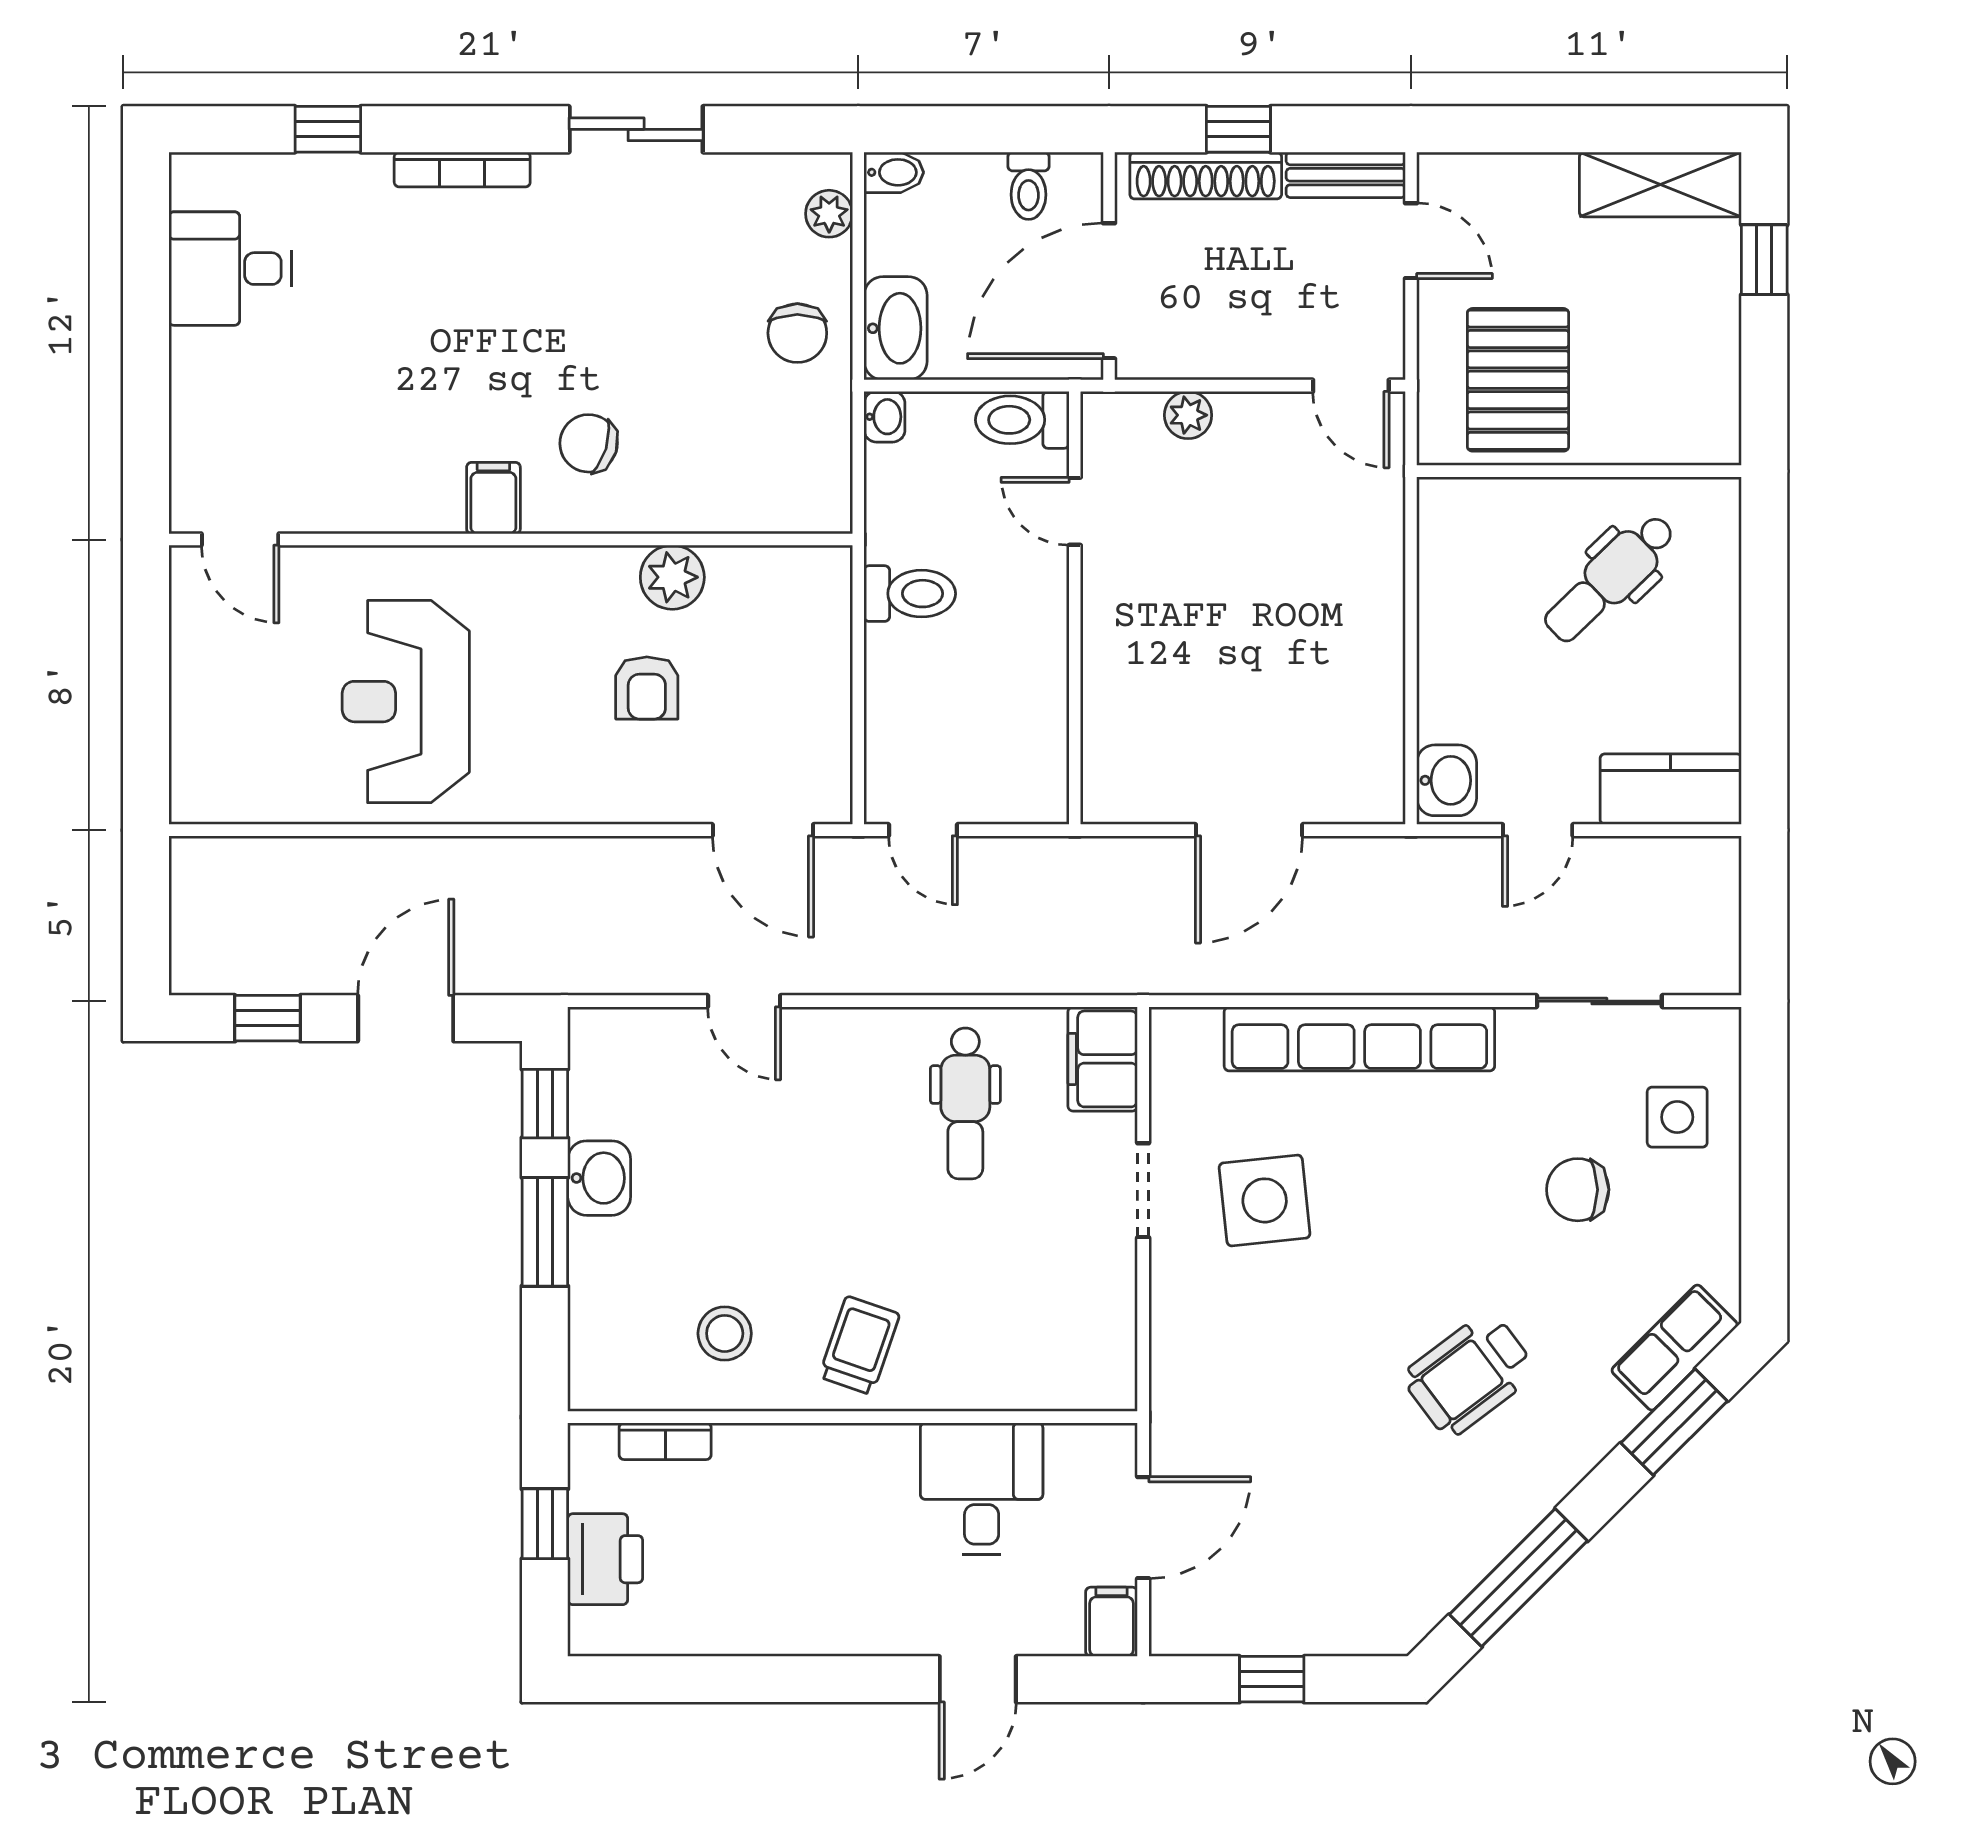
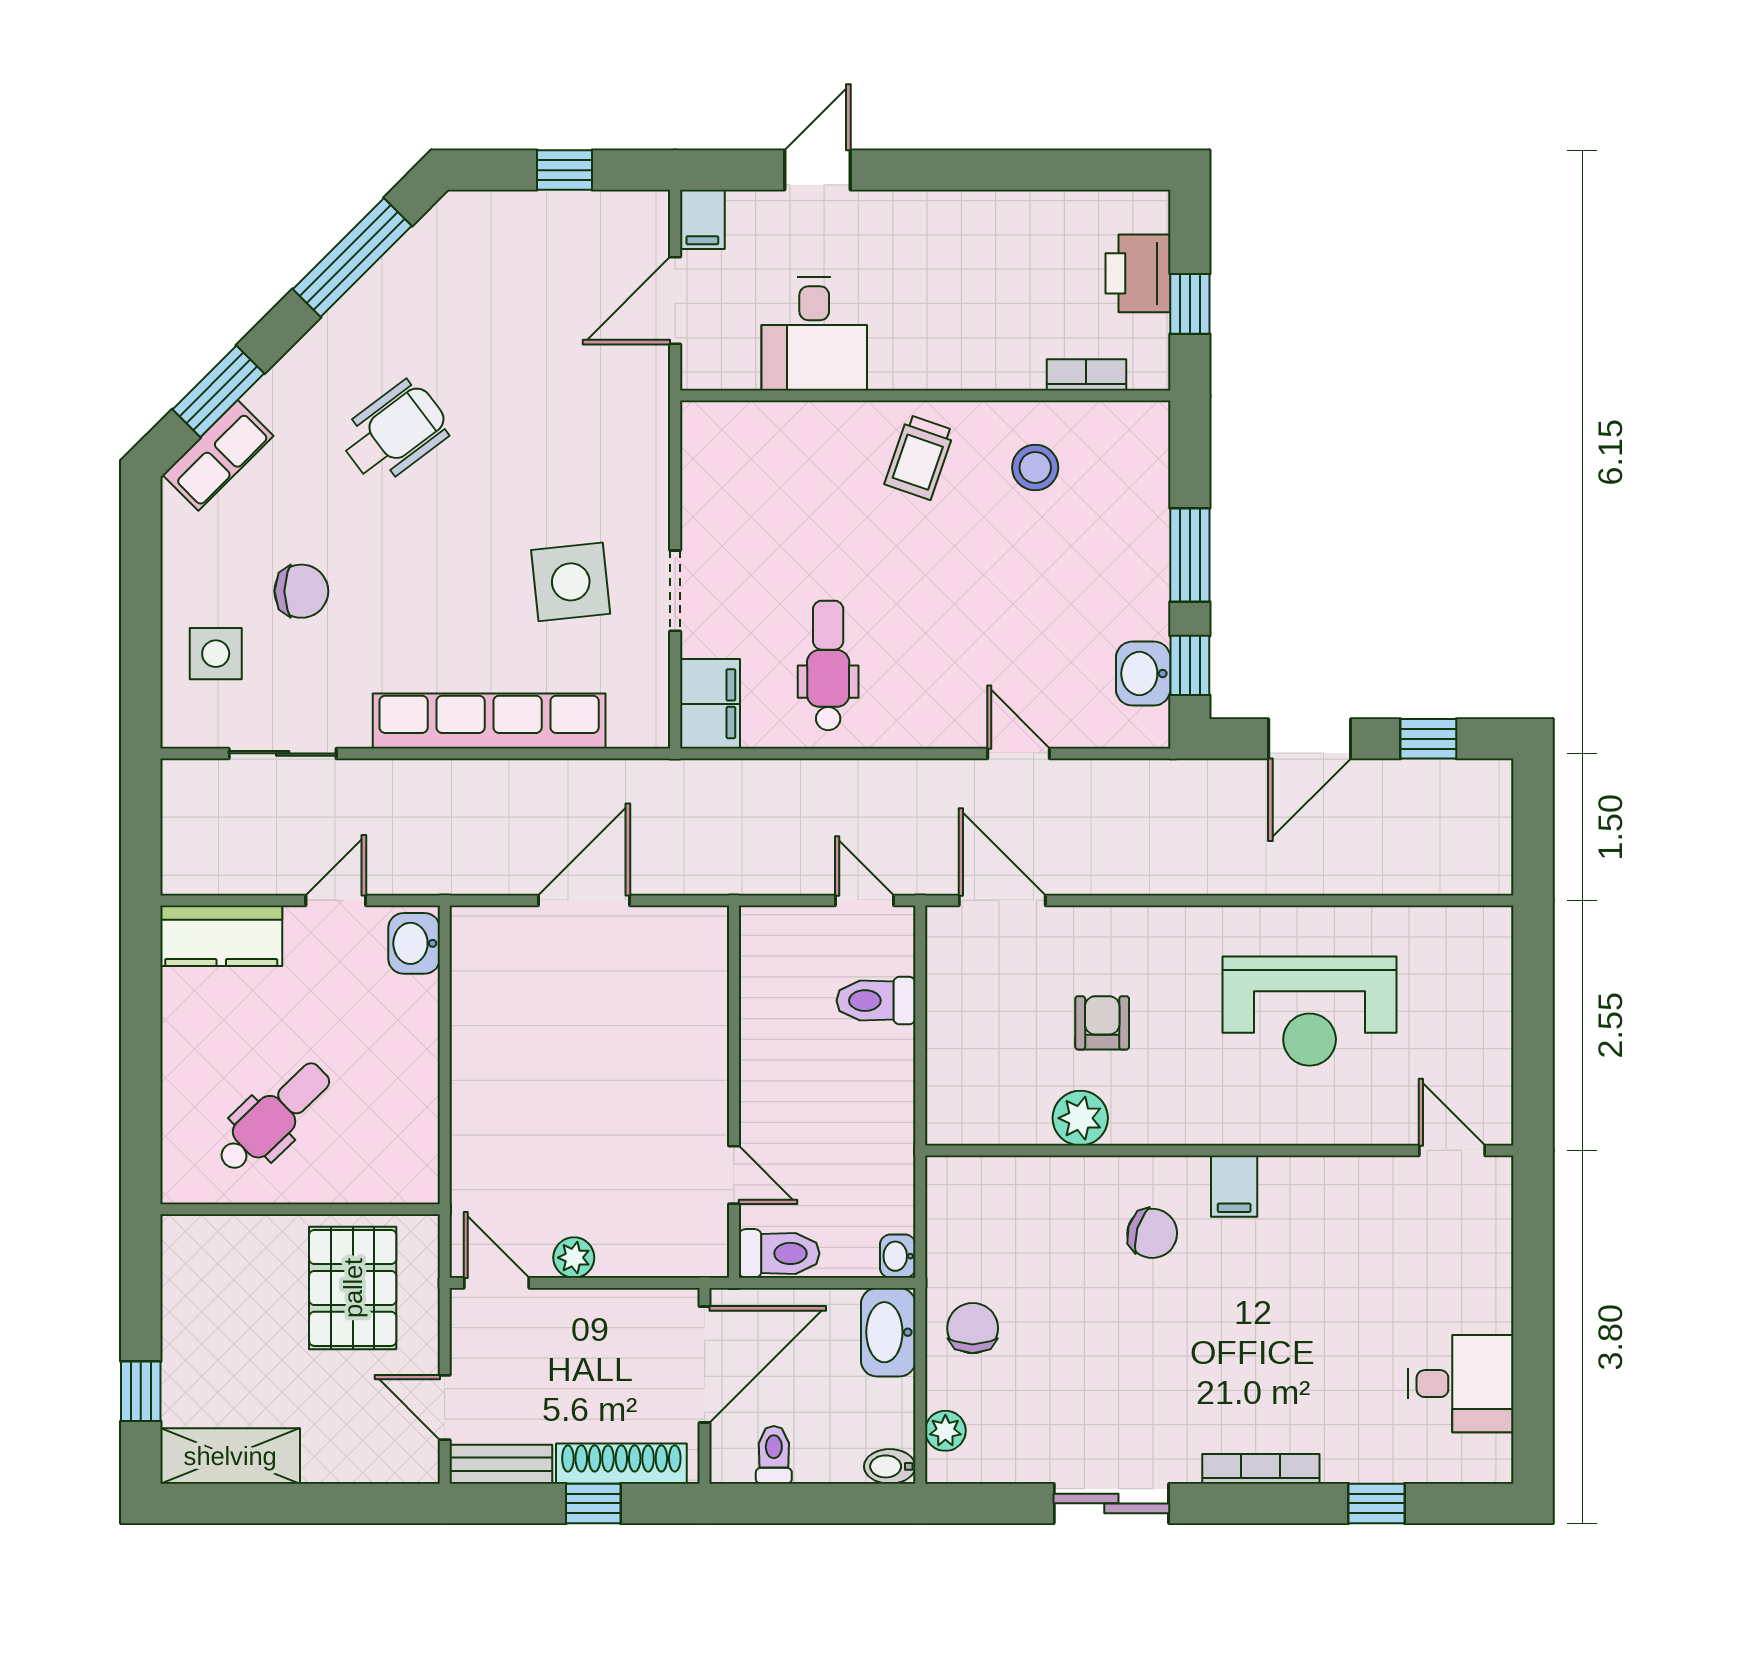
plant: (1188, 415) -> (574, 1258), moved
toilet: (910, 594) -> (876, 1001), moved
reception desk: (406, 702) -> (1310, 1011), turned 90
washbasin: (599, 1178) -> (1143, 674), moved

